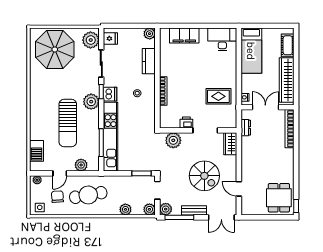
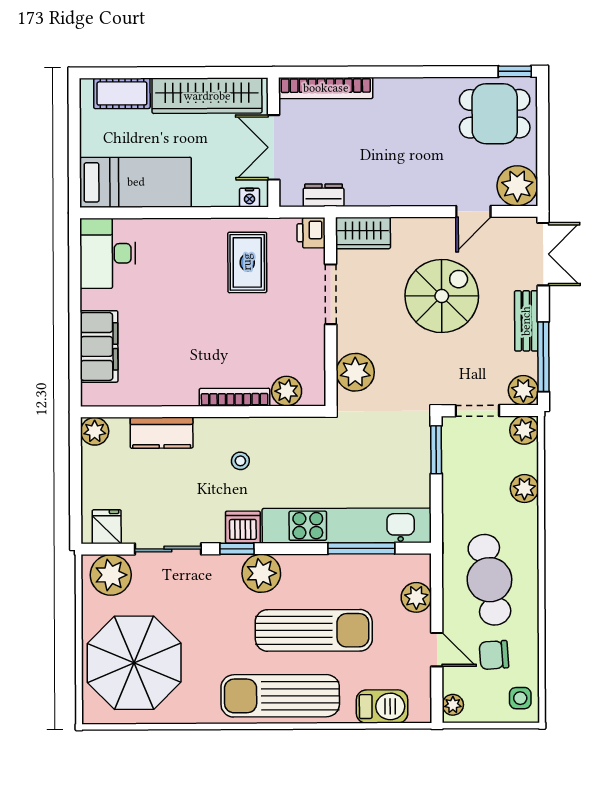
sun lounger: (41, 109) -> (280, 696), added
plant: (166, 112) -> (287, 391), added
printer: (186, 122) -> (311, 233), moved
plant: (249, 207) -> (517, 186), added

